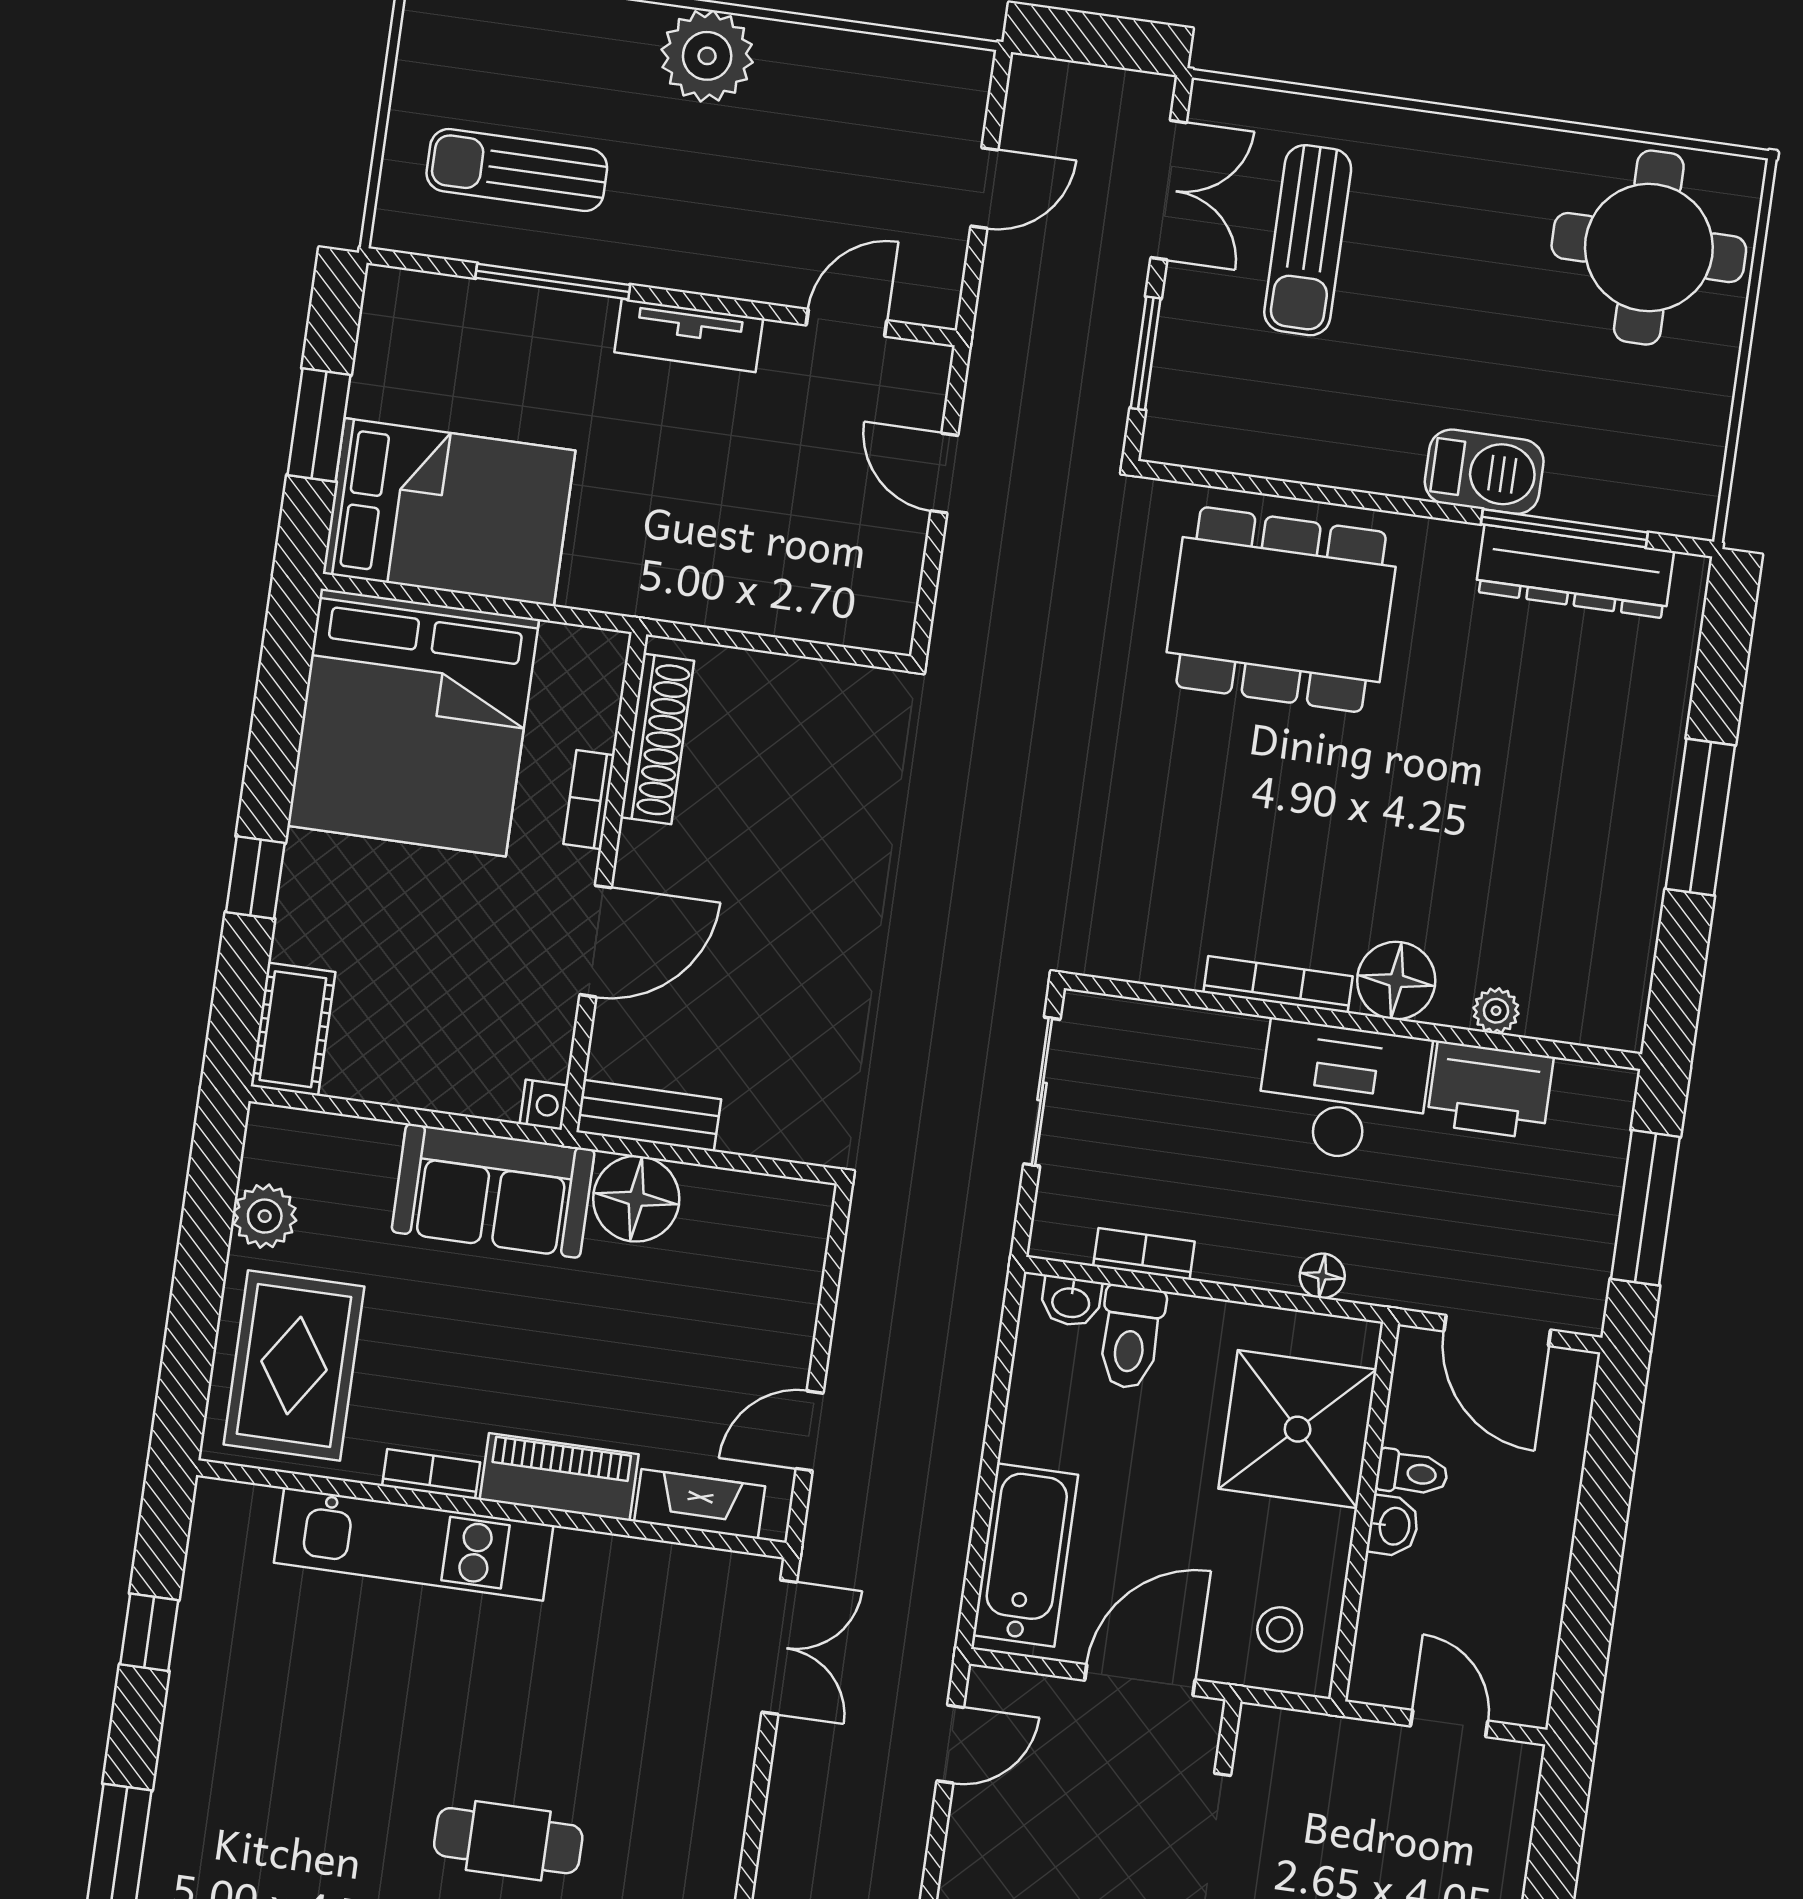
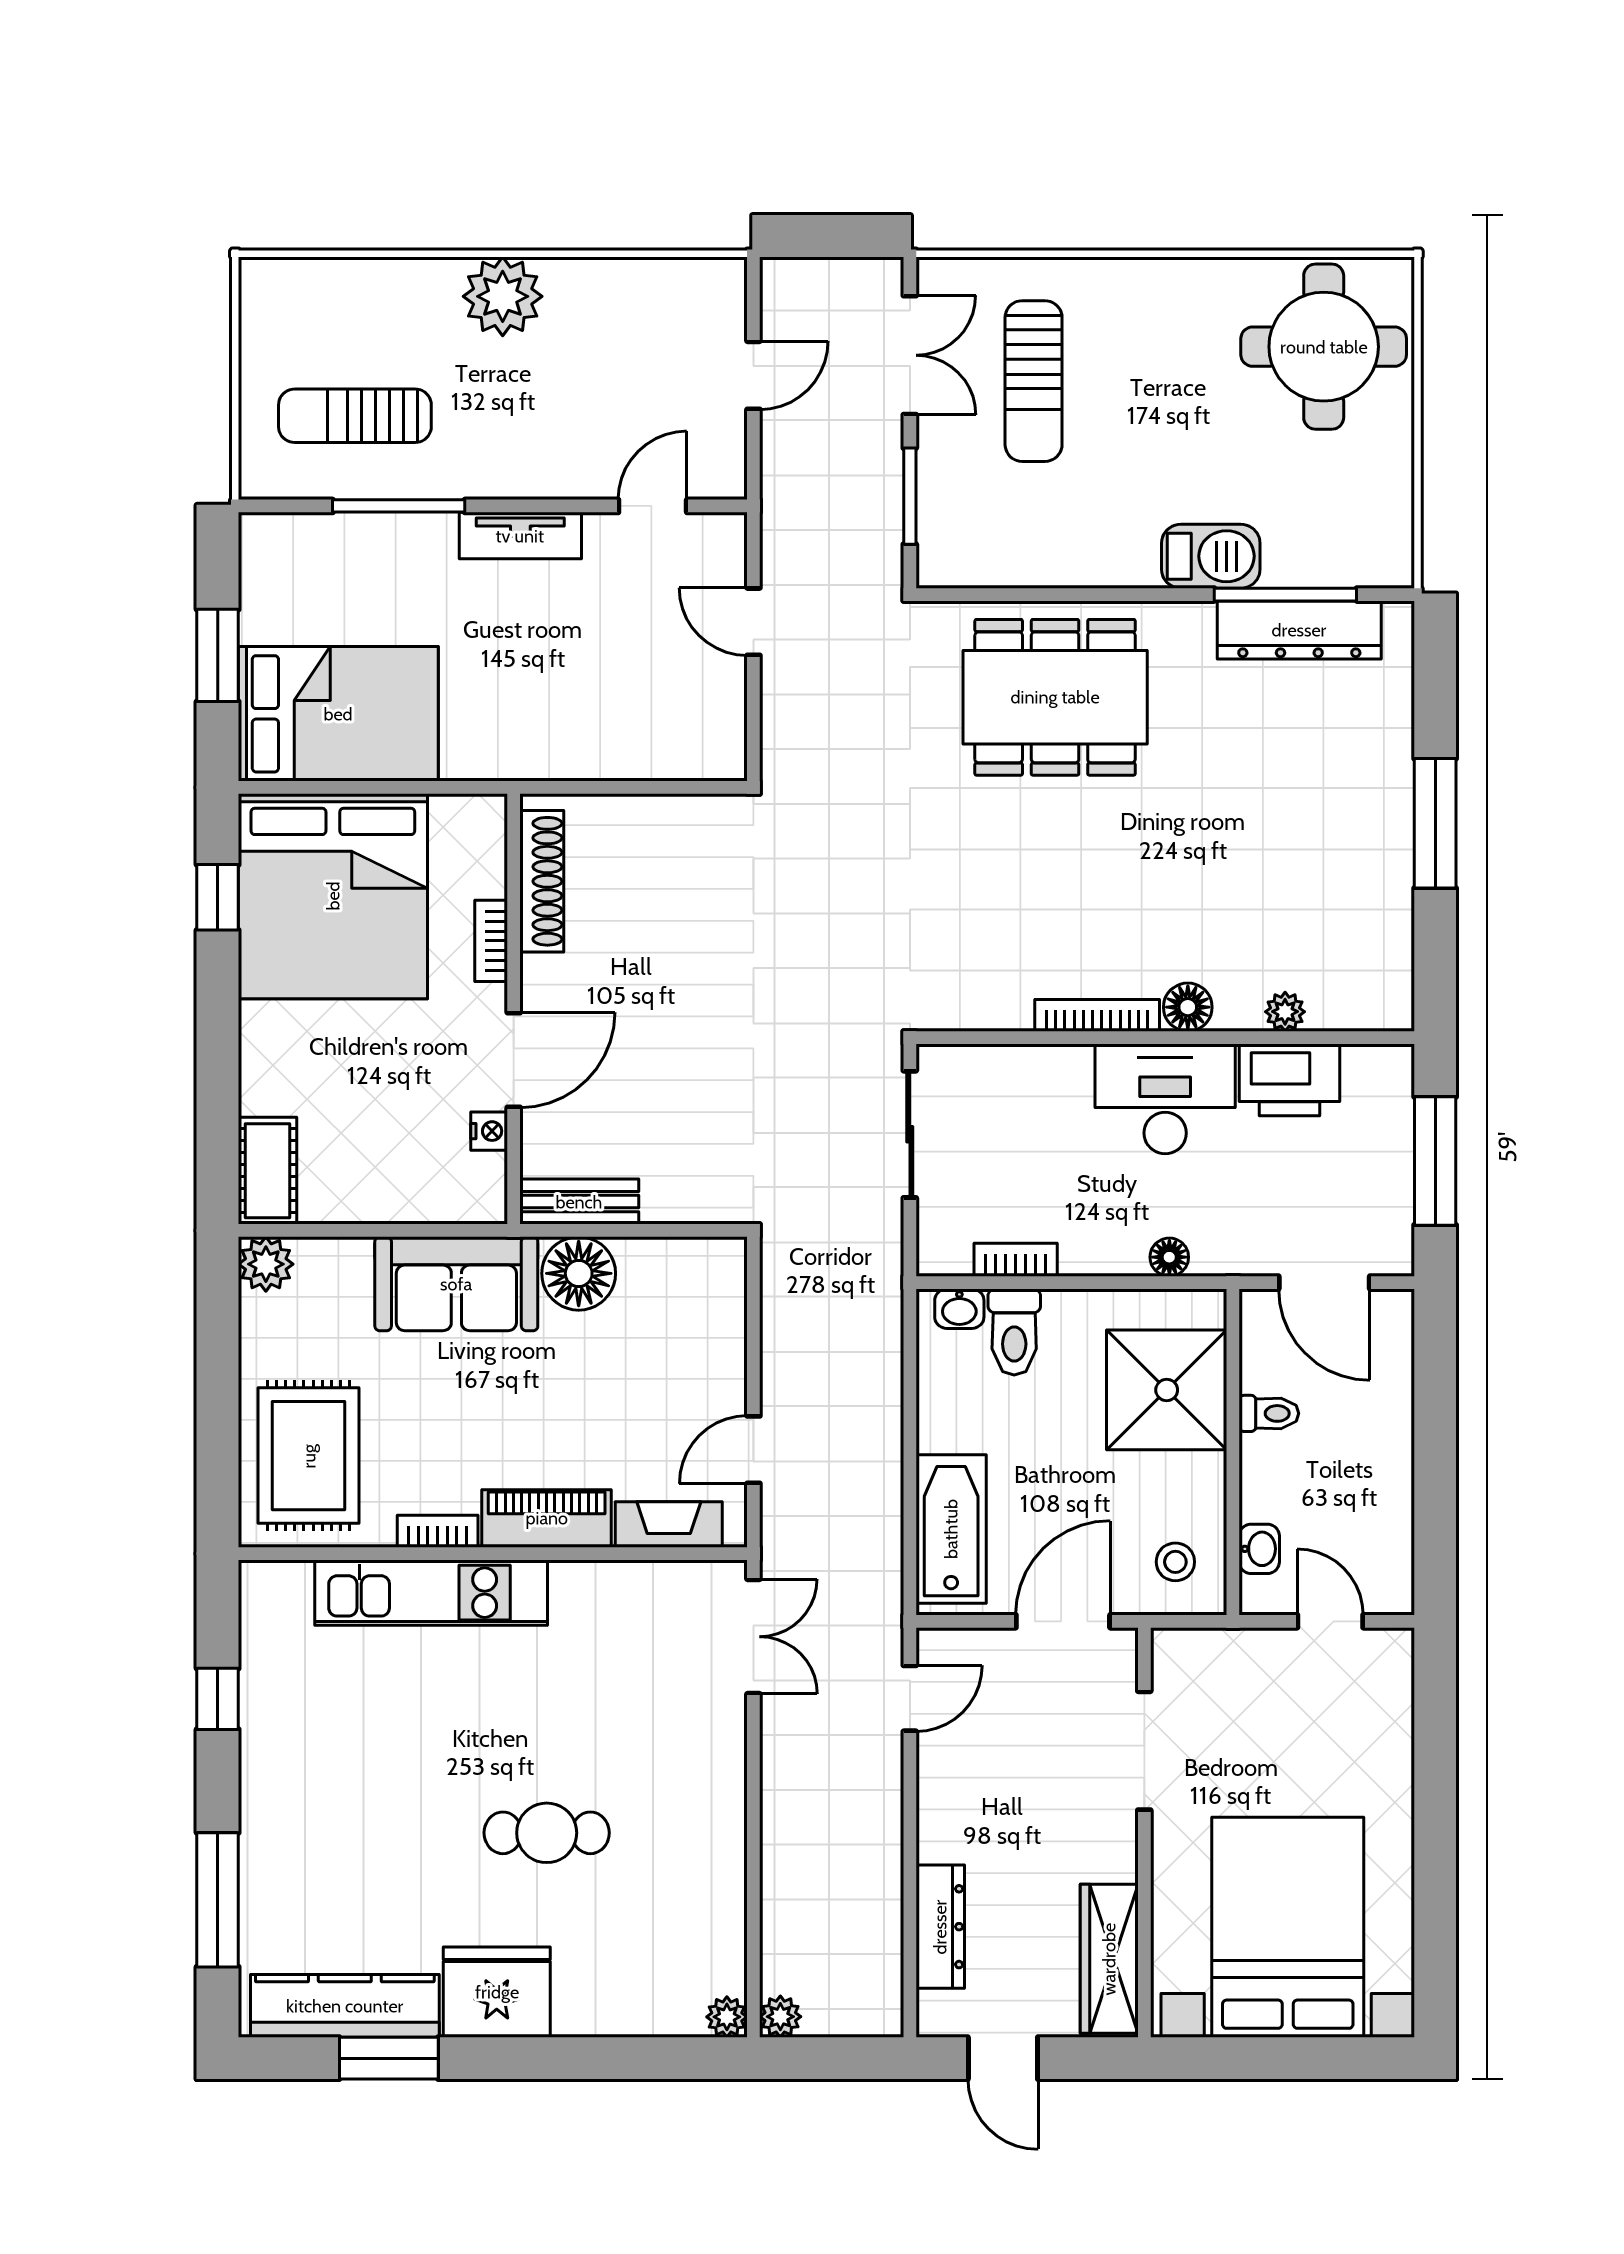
window: (255, 877) -> (218, 897), moved
floor lamp: (1396, 981) -> (1188, 1007), width x0.73, depth x0.73
nightstand: (544, 1105) -> (489, 1131), moved
plant: (265, 1216) -> (266, 1264), moved
washbasin: (1393, 1526) -> (1259, 1549), moved

